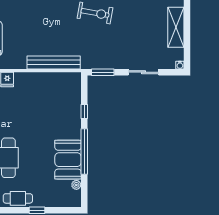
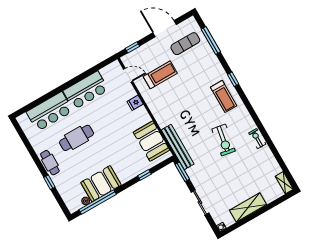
bench: (54, 62) -> (178, 147), moved
booth: (55, 85) -> (151, 141), added
window: (84, 152) -> (98, 202), moved

